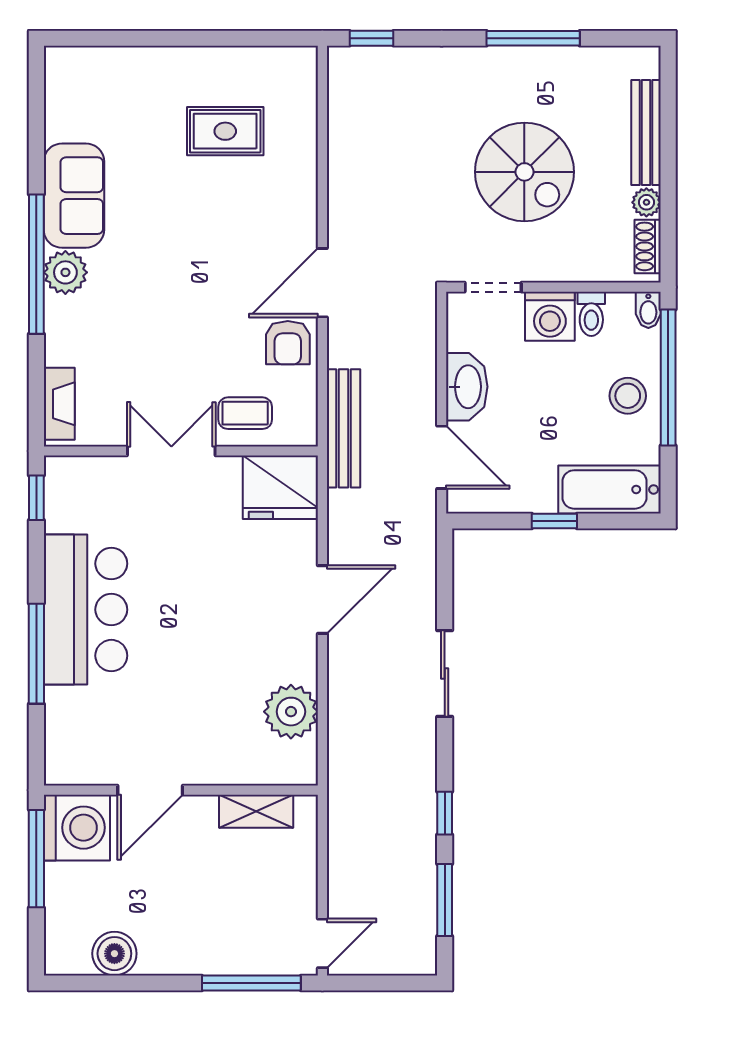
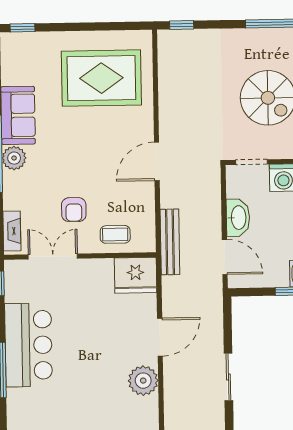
window: (85, 38) -> (23, 28), added
rug: (225, 131) -> (101, 78), width x1.86, depth x2.06
armchair: (288, 343) -> (74, 210), moved
double door: (171, 451) -> (53, 257), moved
plant: (291, 712) -> (143, 381), moved

